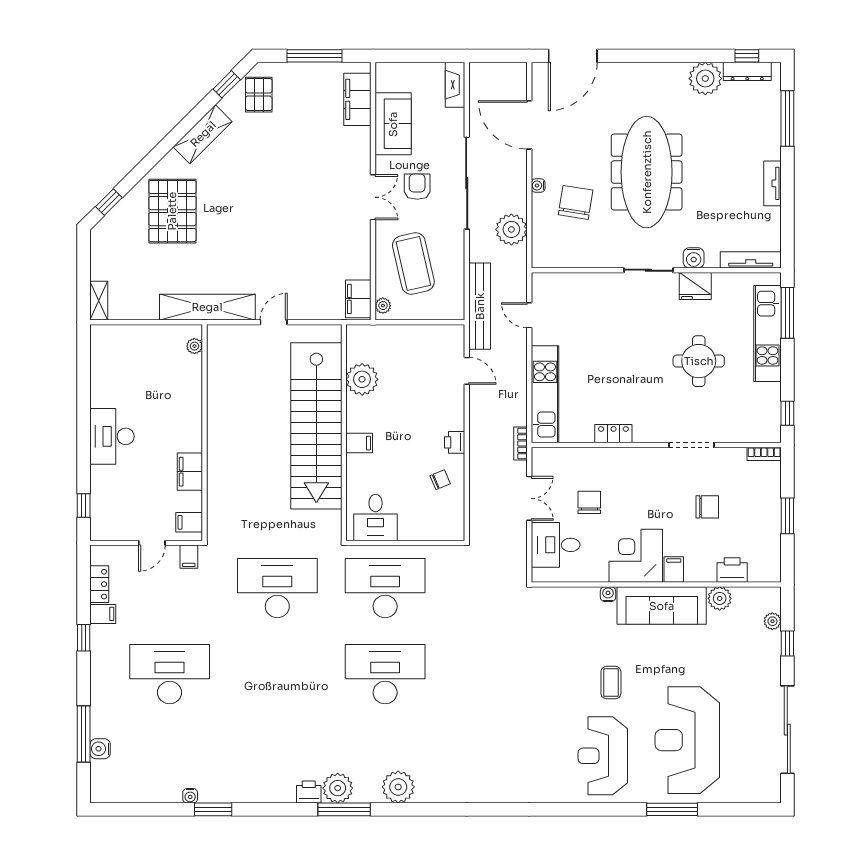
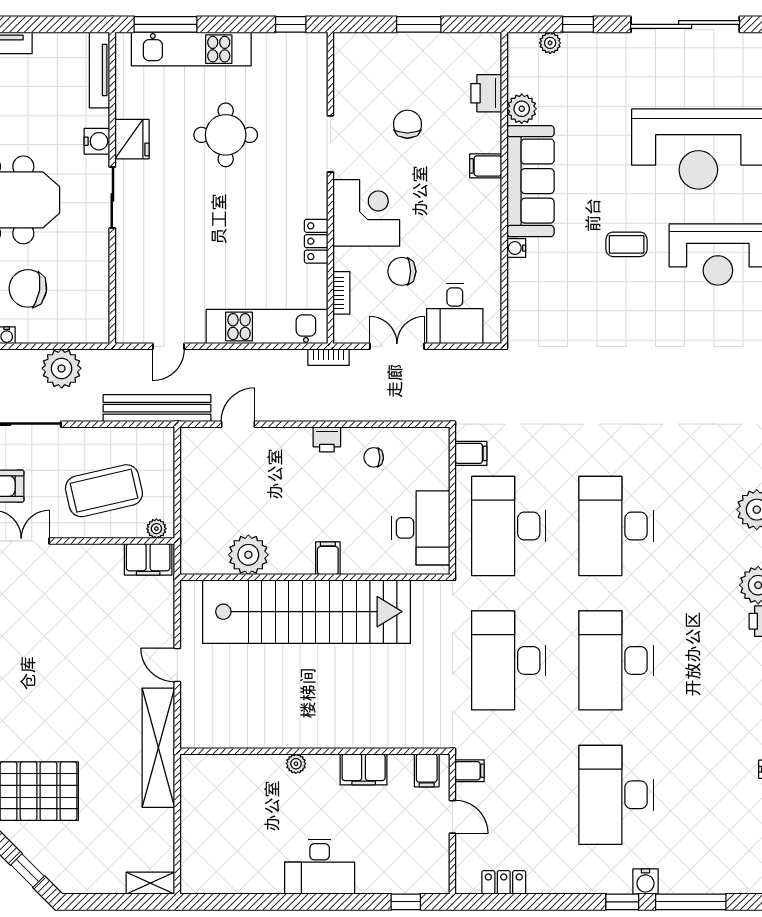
plant: (194, 346) -> (296, 764), moved
bookcase: (764, 454) -> (341, 293), moved
chair: (440, 480) -> (374, 457), turned -67
desk: (376, 518) -> (421, 528), width x1.37
corner desk: (636, 556) -> (366, 213), moved, turned 180
filing cabinet: (103, 614) -> (471, 453), moved, turned 90
window: (84, 638) -> (622, 902), moved
desk: (277, 674) -> (616, 660), added
water cooler: (100, 749) -> (646, 881), moved

